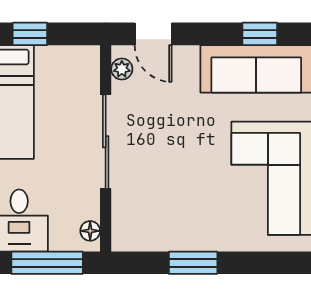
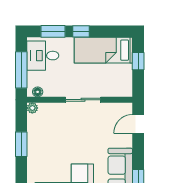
plant: (122, 69) -> (32, 108), moved
sliding door: (106, 142) -> (83, 100), width x0.73

